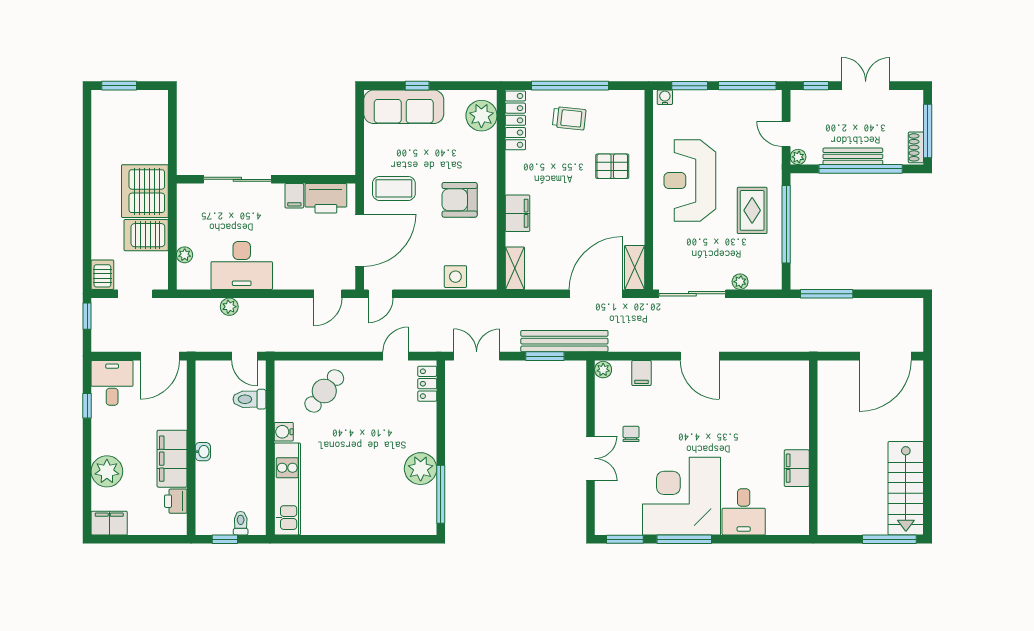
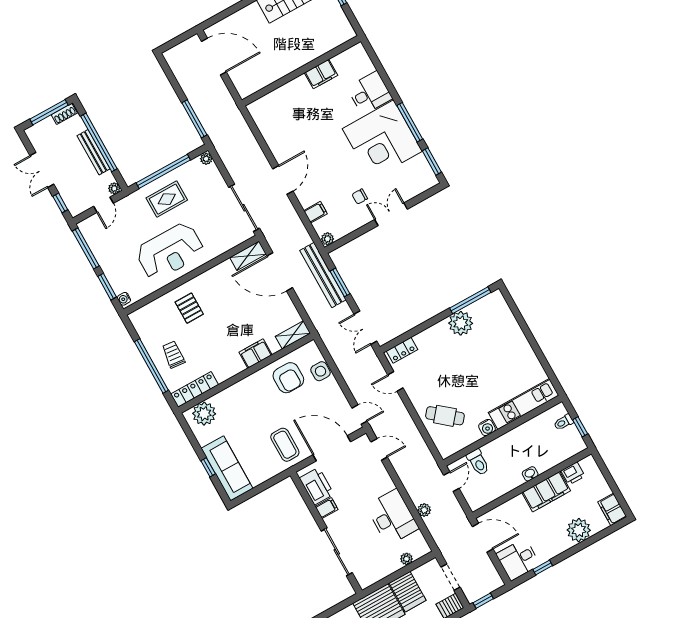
armchair: (460, 200) -> (288, 378), moved
plant: (740, 282) -> (206, 159), moved

